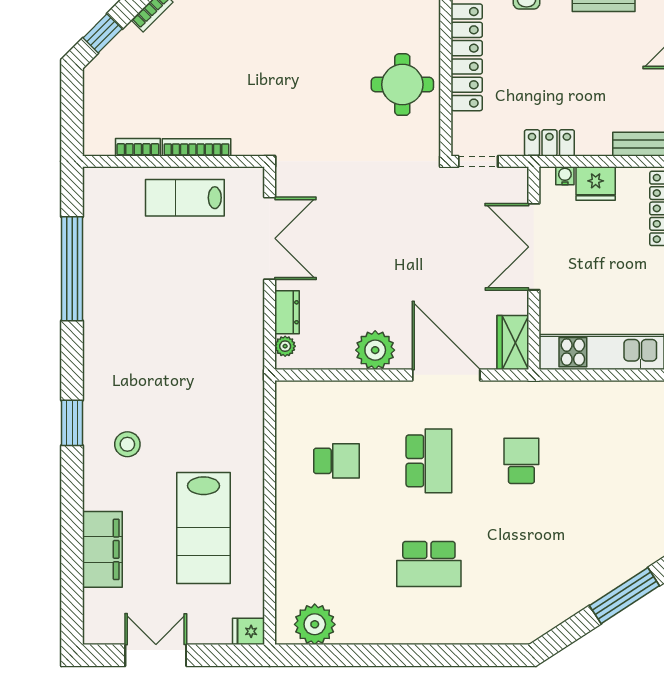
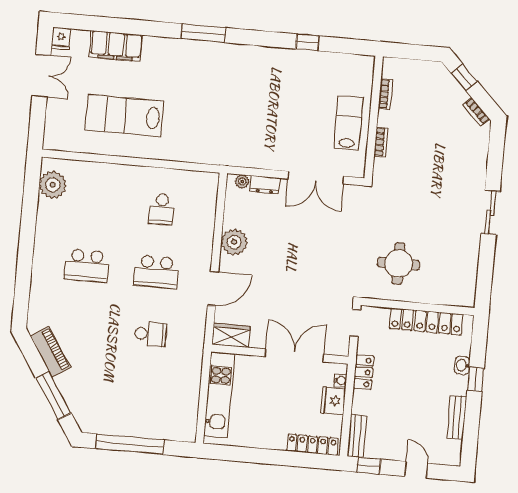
round table: (402, 85) -> (399, 263), moved
bookcase: (196, 147) -> (381, 142), width x0.64
window: (72, 269) -> (307, 42), width x0.32
door: (446, 375) -> (213, 289), width x0.73
window: (72, 423) -> (203, 33), width x1.44
stool: (127, 444) -> (186, 69), removed
school desk: (429, 564) -> (87, 265), turned -90
piano: (561, 606) -> (50, 352), added
fridge: (248, 631) -> (61, 38), moved, turned 180

